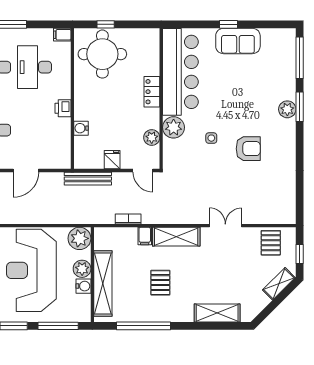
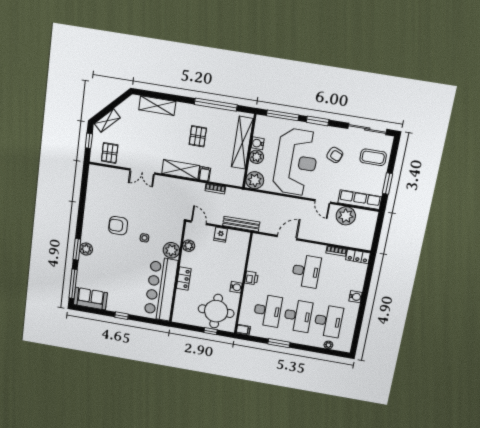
sofa: (238, 41) -> (90, 299), moved
water cooler: (81, 128) -> (236, 287), moved

